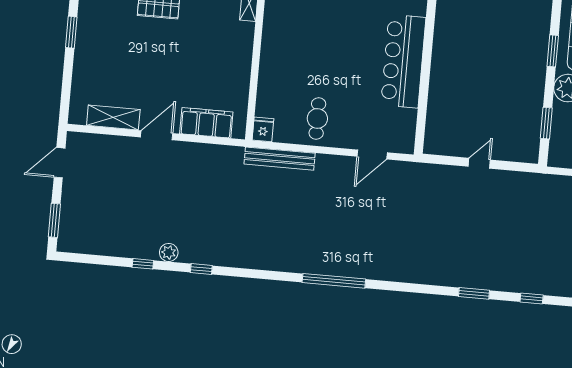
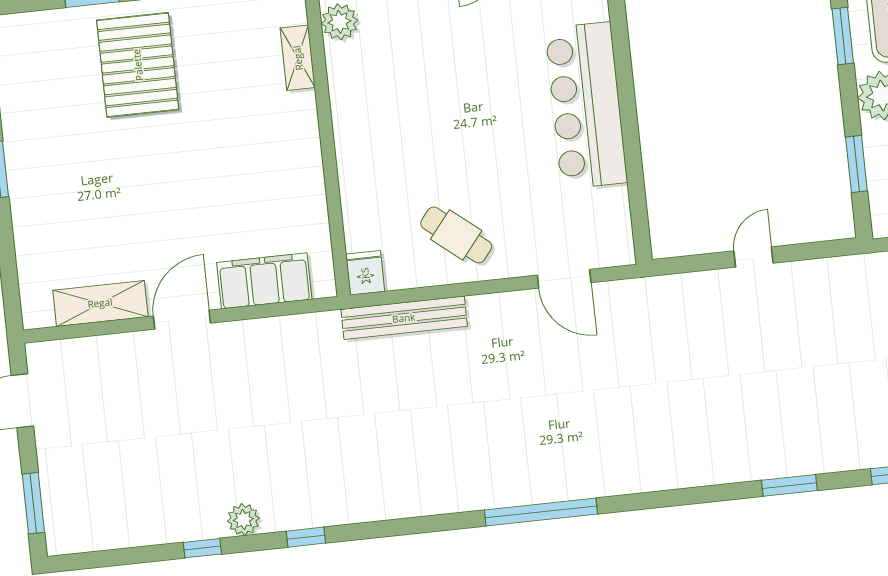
cafe table: (317, 118) -> (456, 235), turned -51
door: (372, 155) -> (564, 279), hinge flipped

